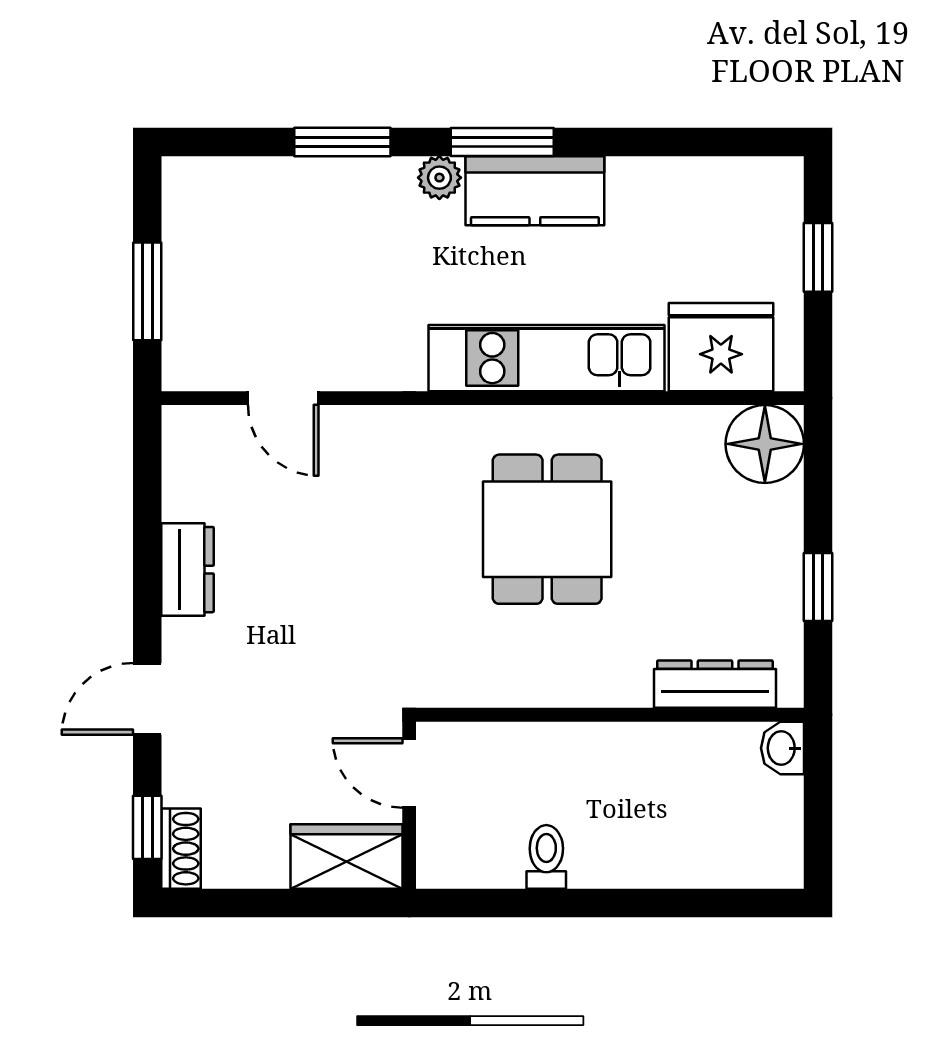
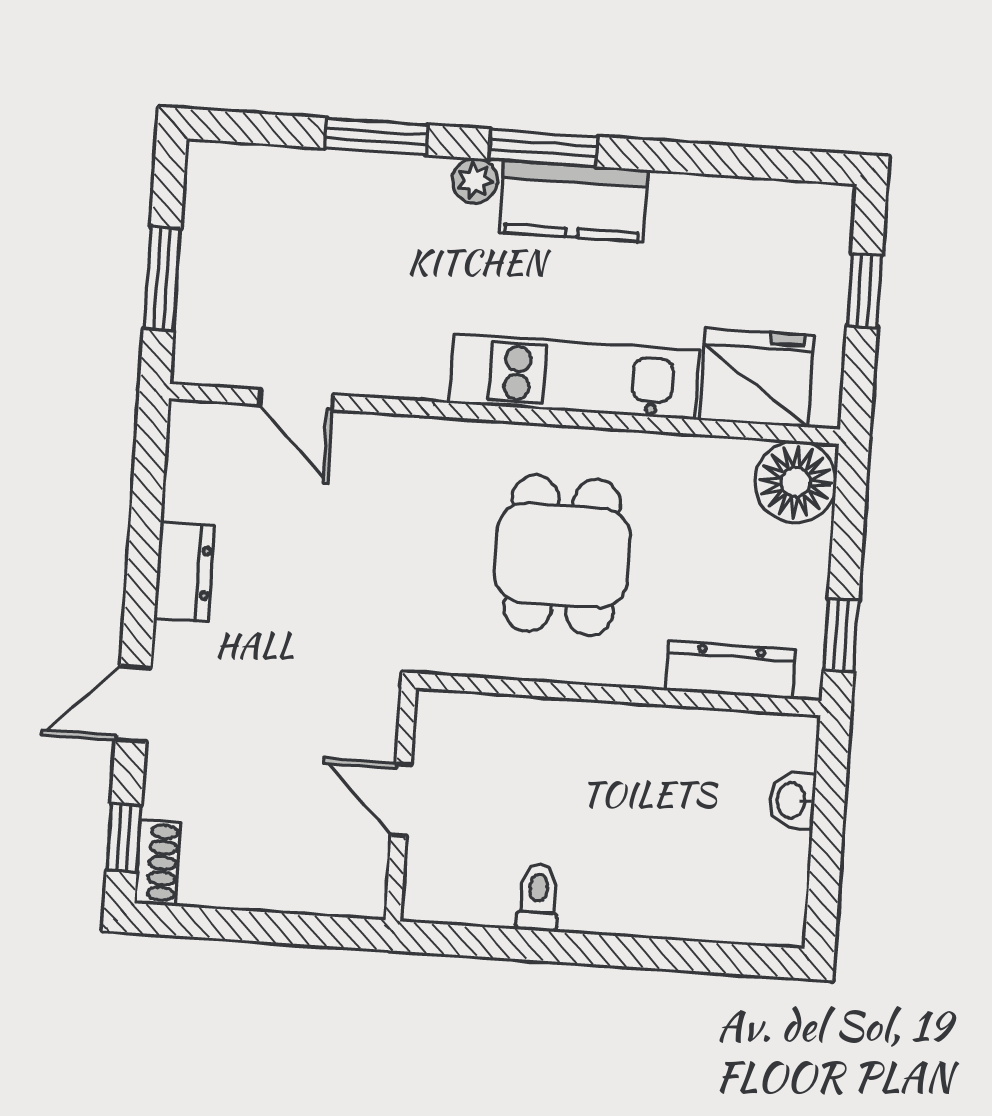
dresser: (715, 684) -> (730, 670), moved
wall: (610, 715) -> (619, 694), moved
wardrobe: (346, 857) -> (330, 883), removed

